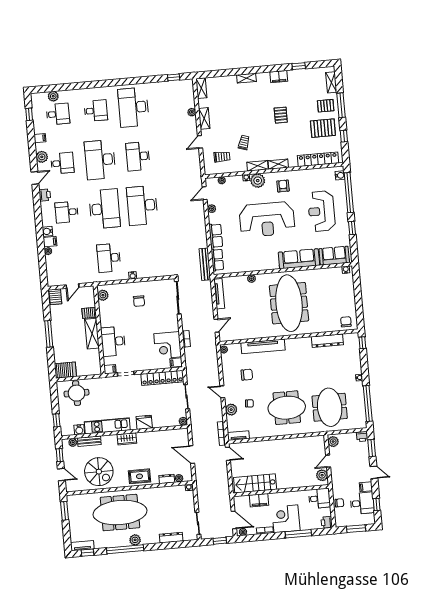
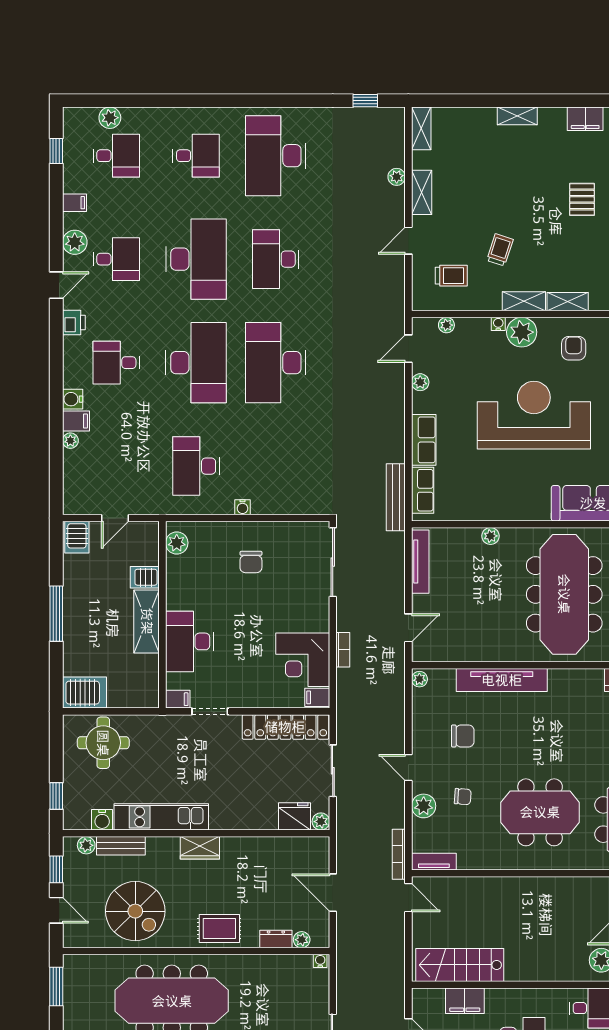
desk: (100, 160) -> (196, 259), turned 180
reception desk: (267, 219) -> (534, 415), turned 180
fridge: (144, 422) -> (295, 816), moved

